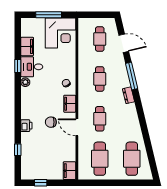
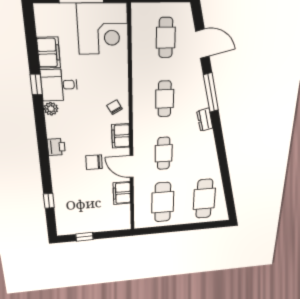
printer: (26, 126) -> (56, 147), moved
filing cabinet: (69, 171) -> (122, 193), moved

